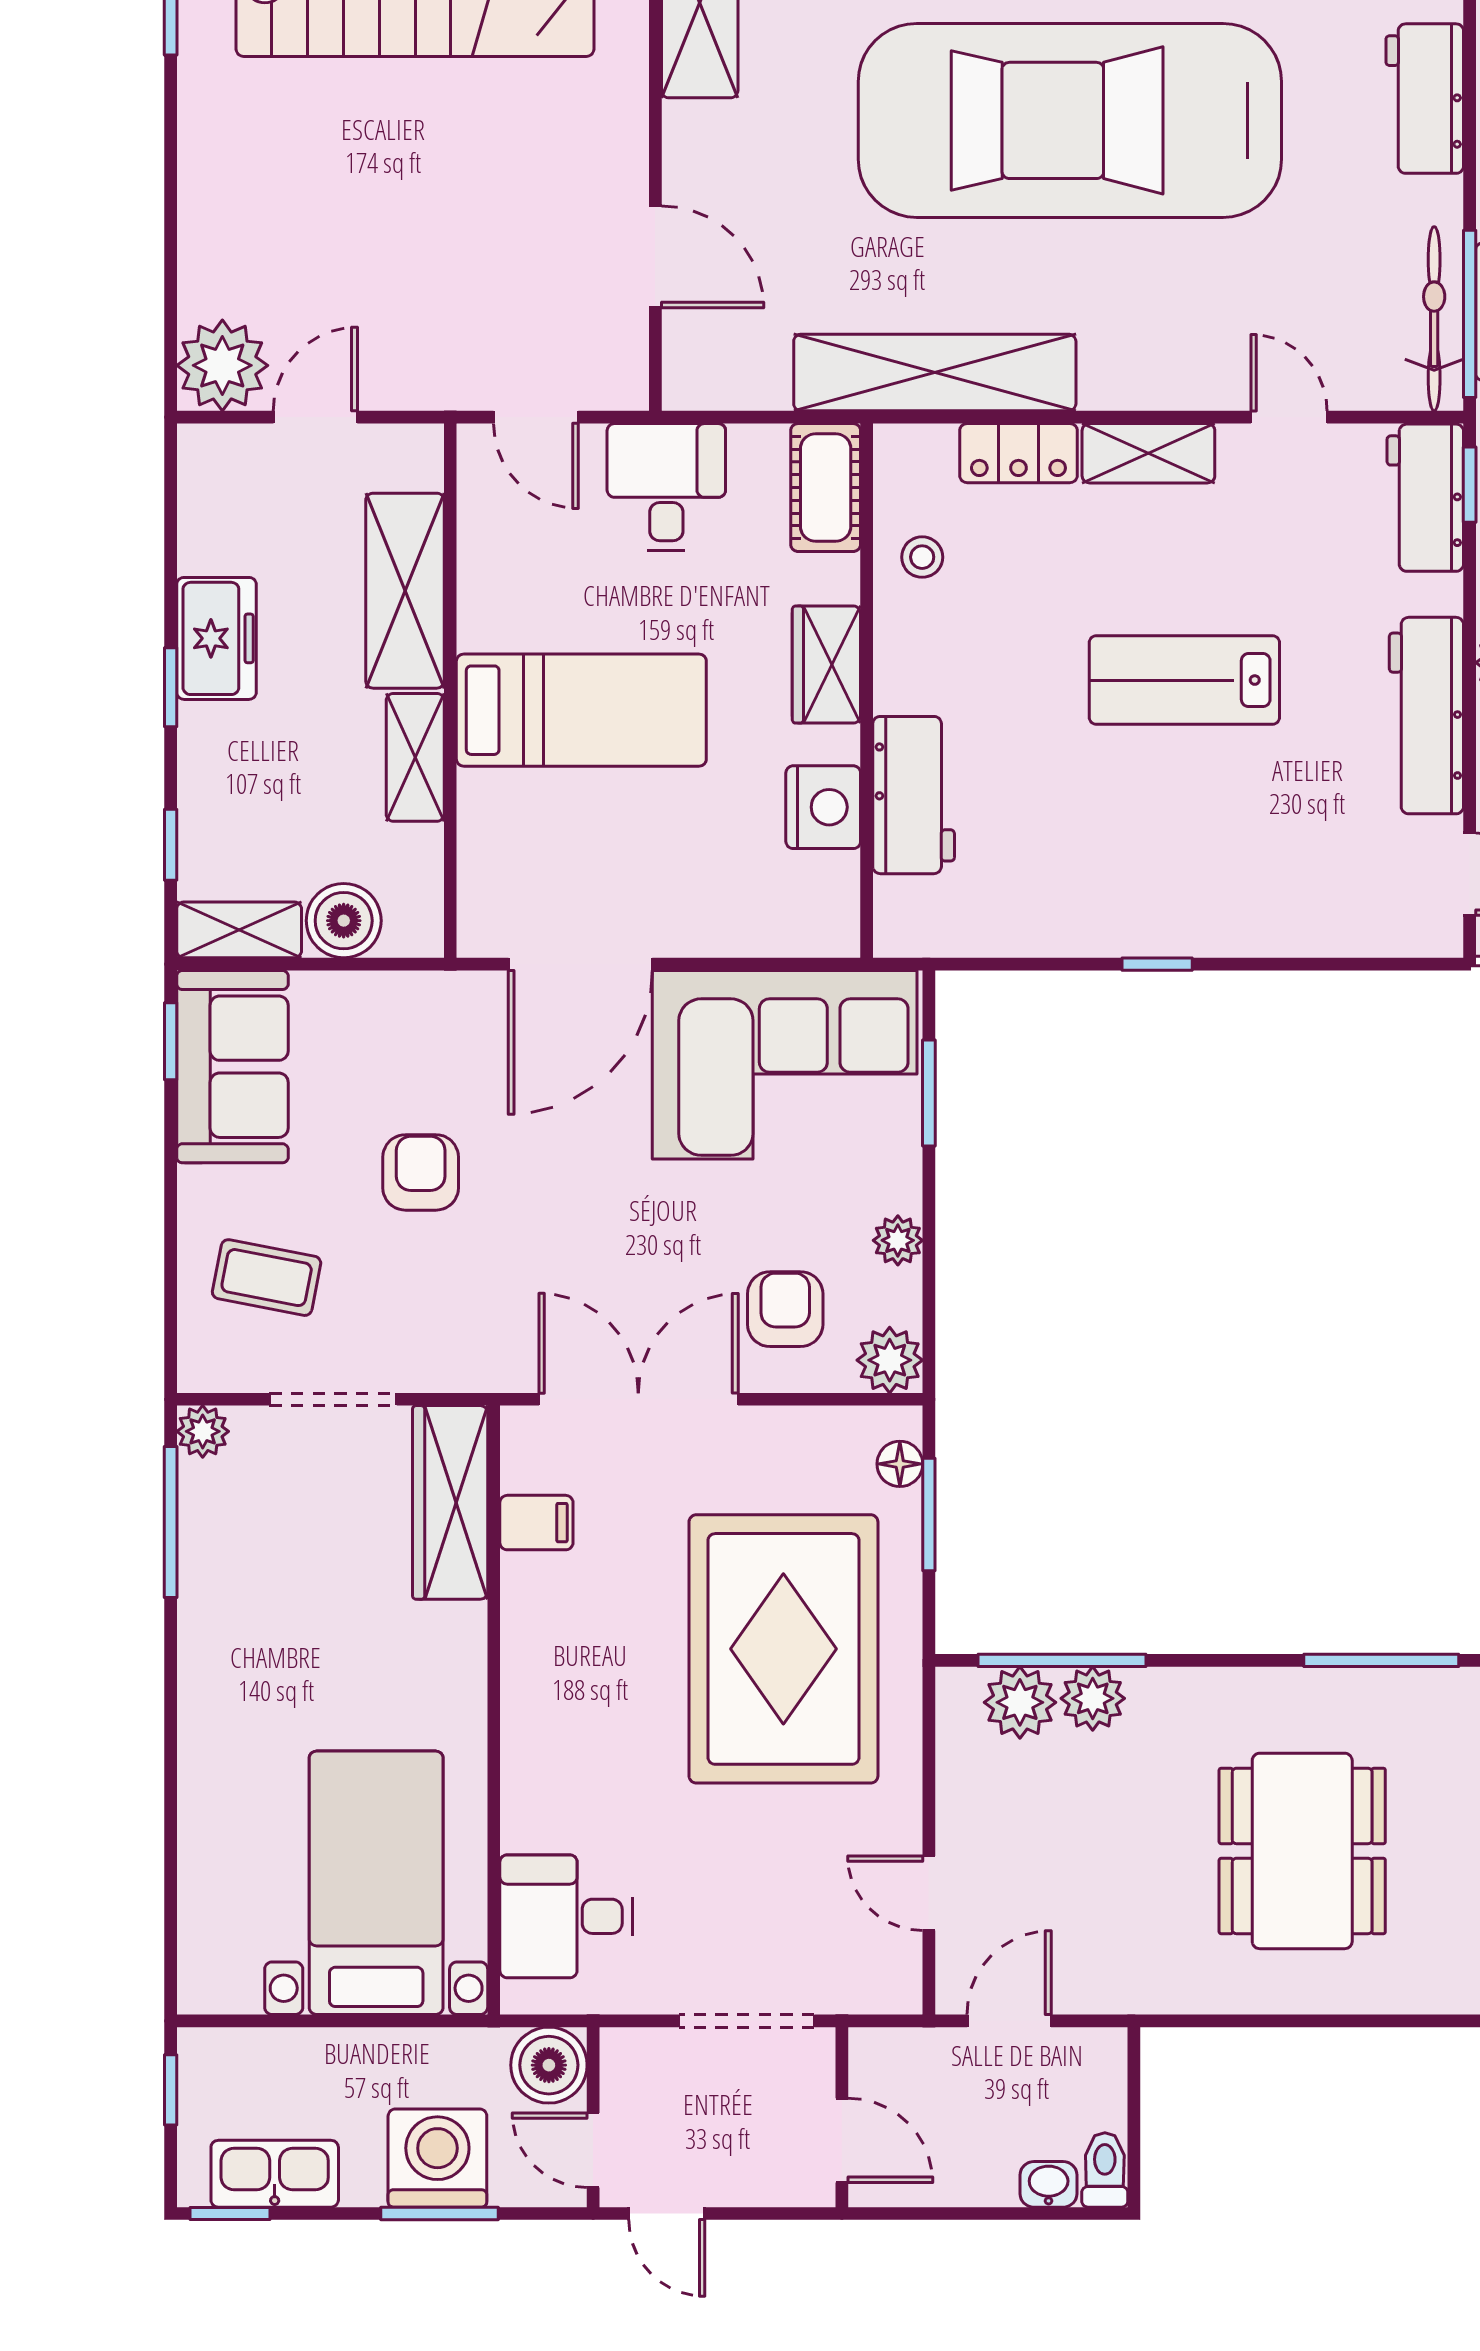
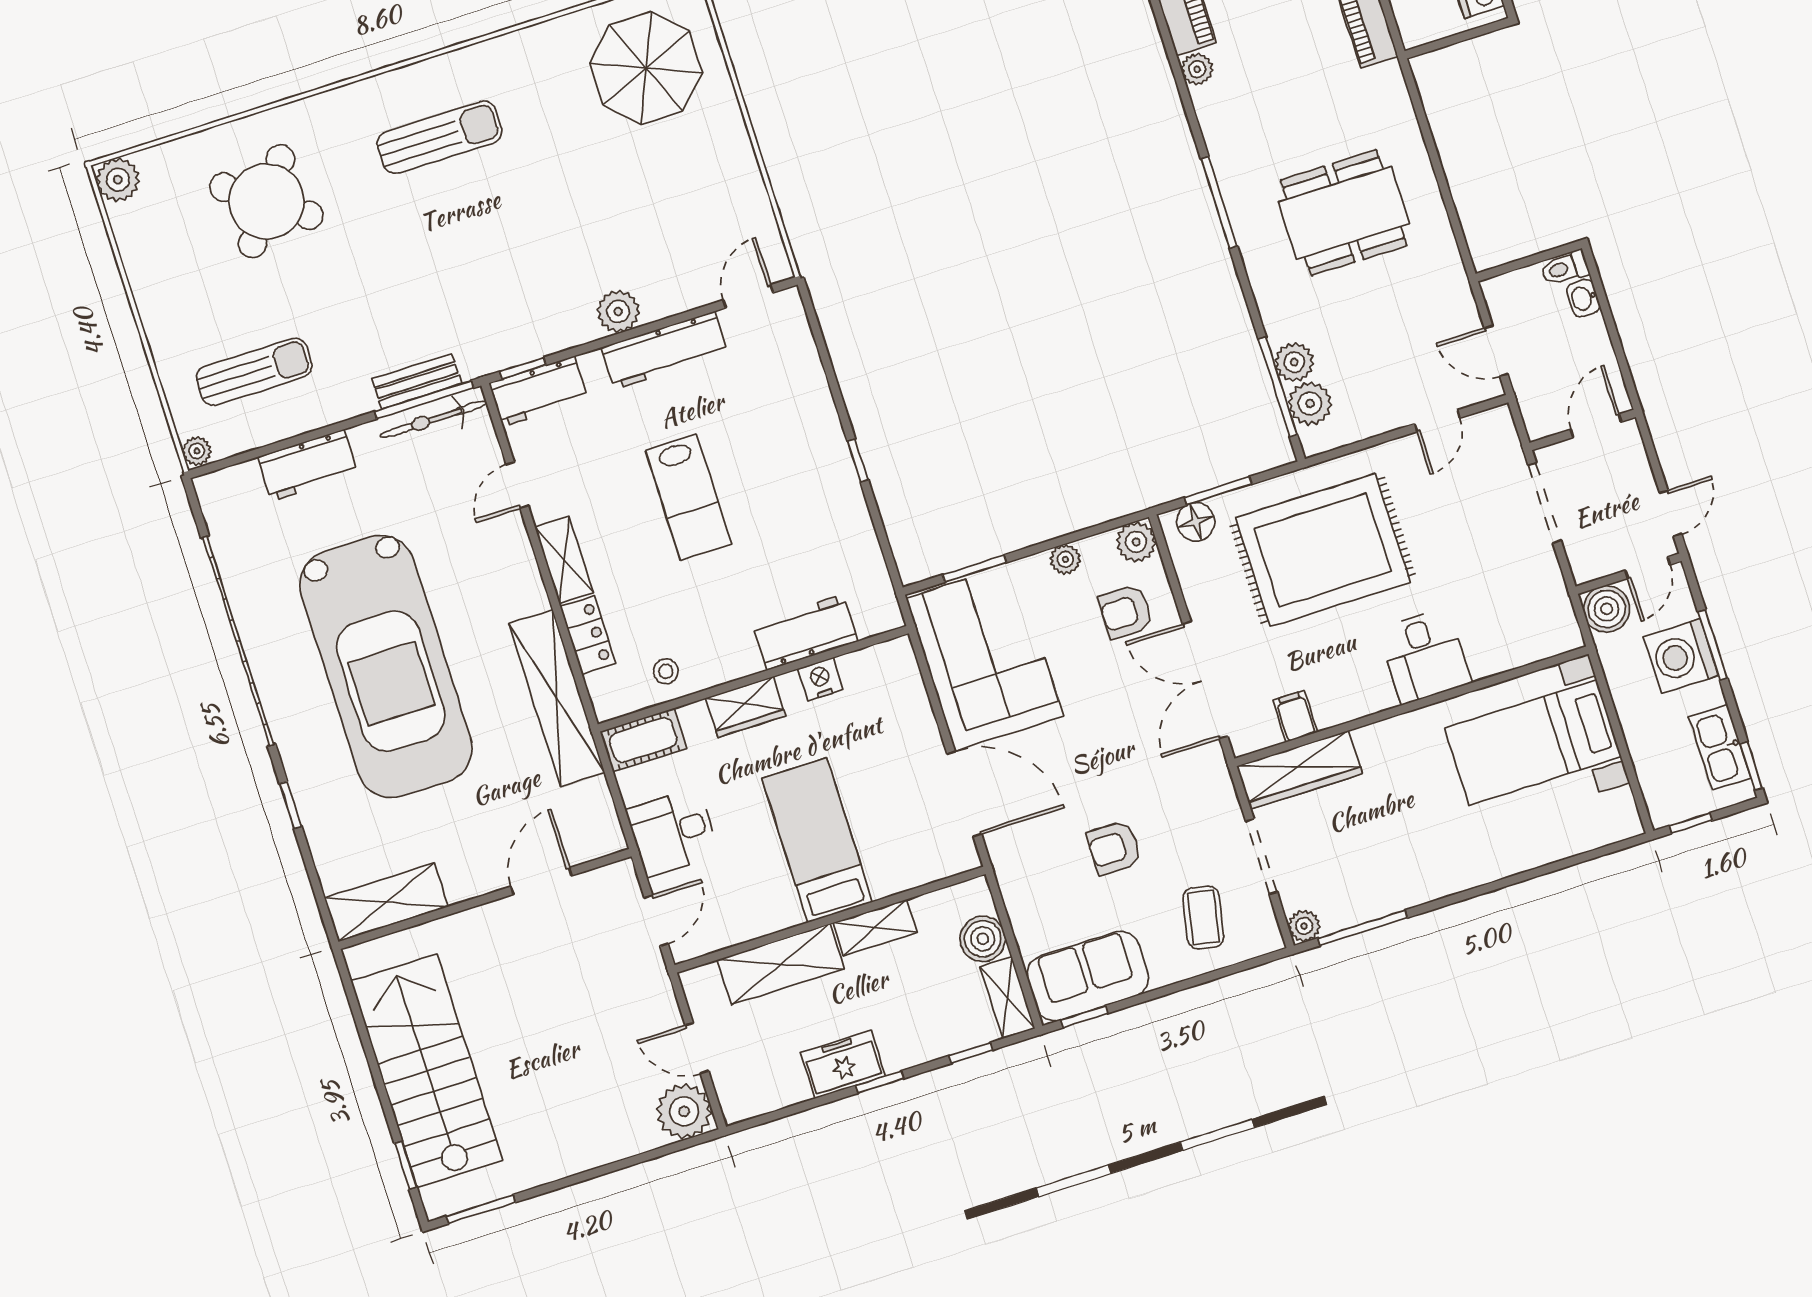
nightstand: (823, 807) -> (821, 679), width x0.74, depth x0.75
floor lamp: (900, 1464) -> (1196, 522), width x1.37, depth x1.37
desk: (566, 1916) -> (1425, 656), moved

